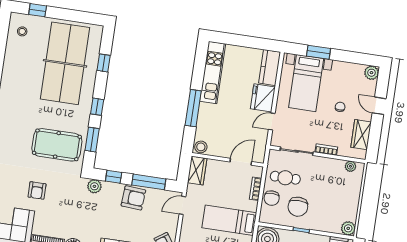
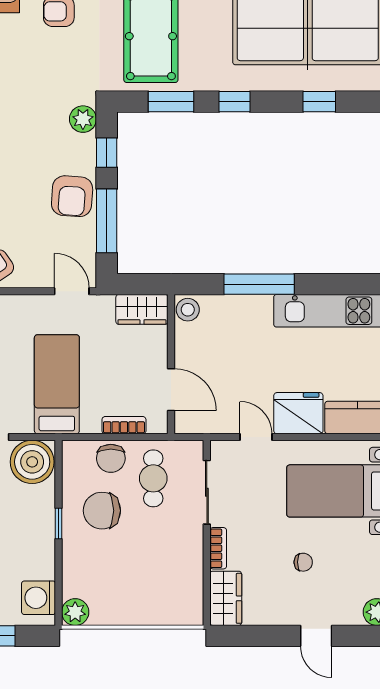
door: (379, 106) -> (316, 636), swing flipped
wardrobe: (361, 135) -> (226, 598), moved, turned 90
plant: (350, 166) -> (193, 599), removed
chair: (272, 198) -> (111, 458), turned -90

